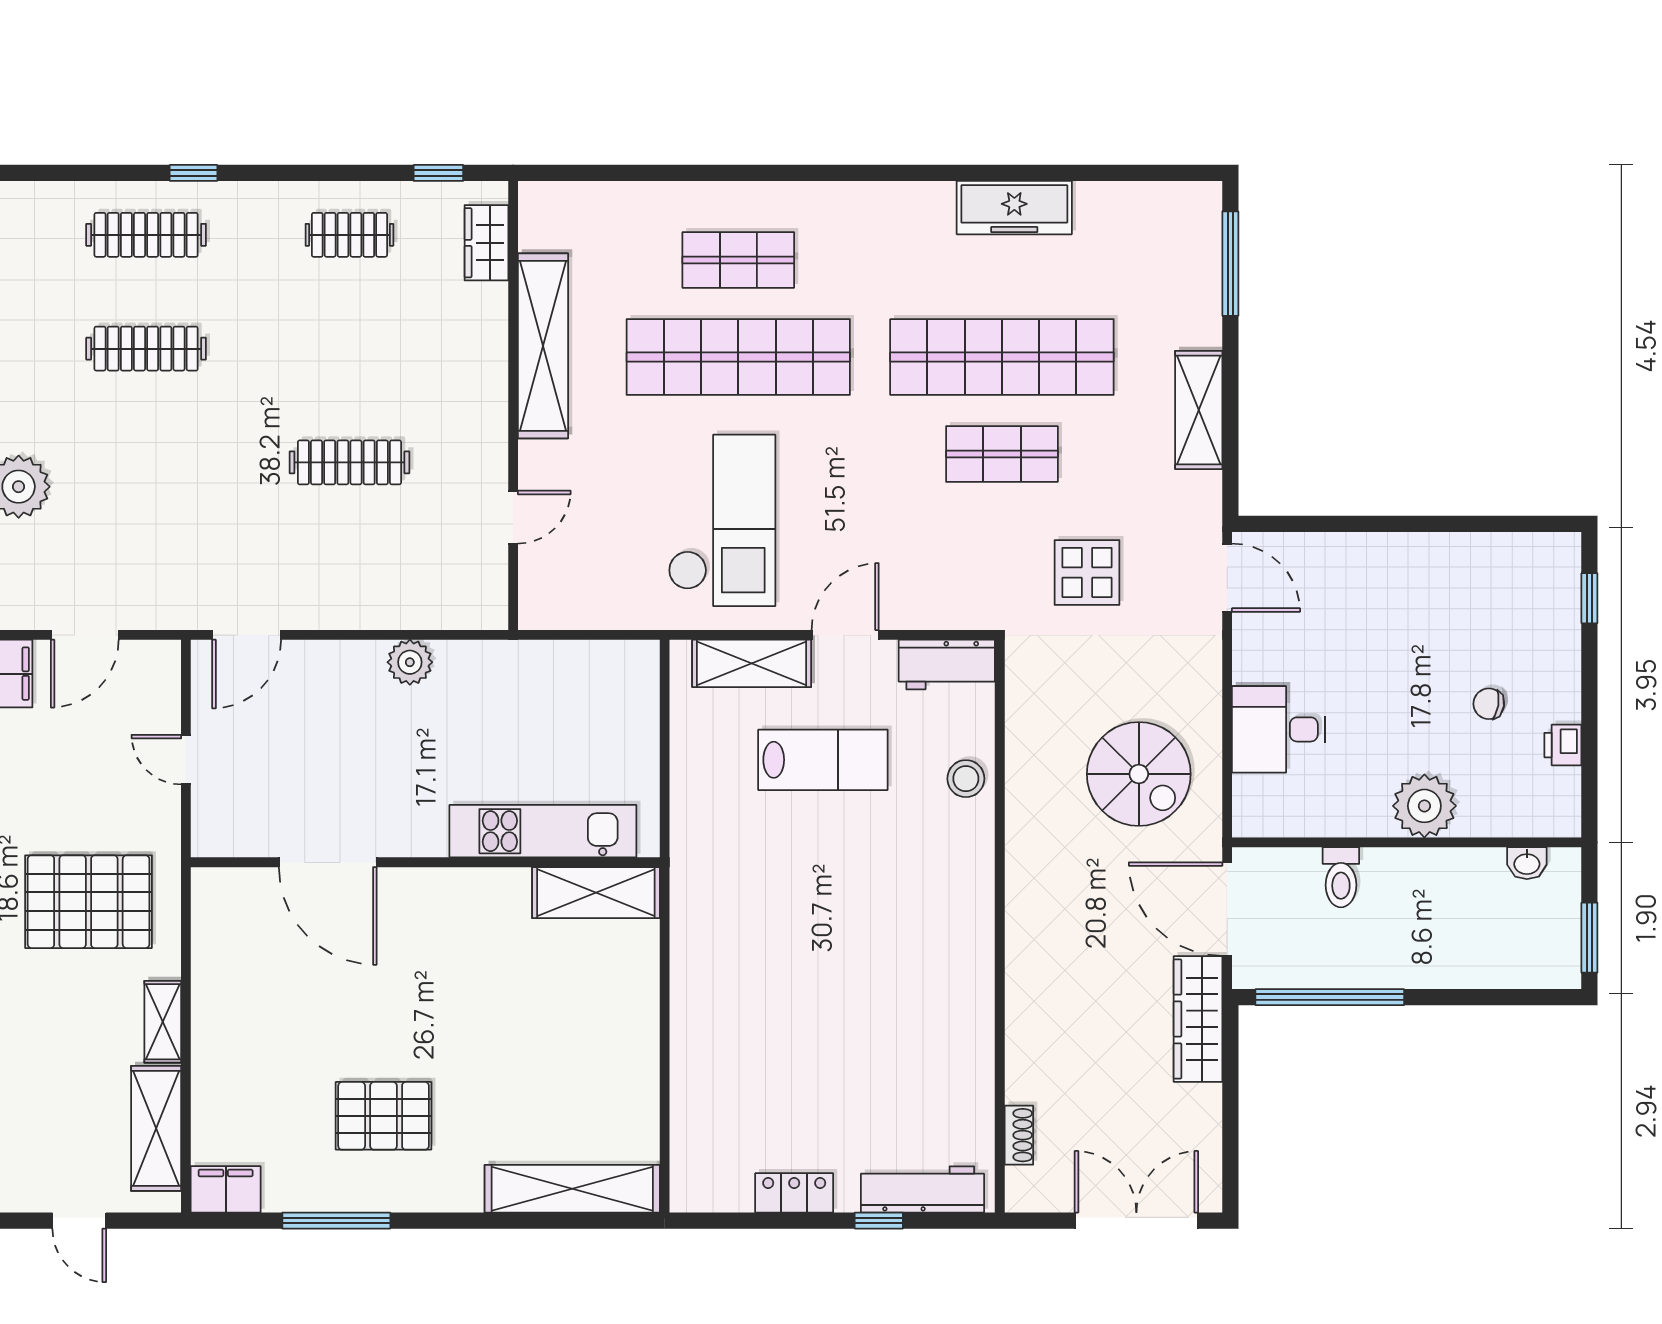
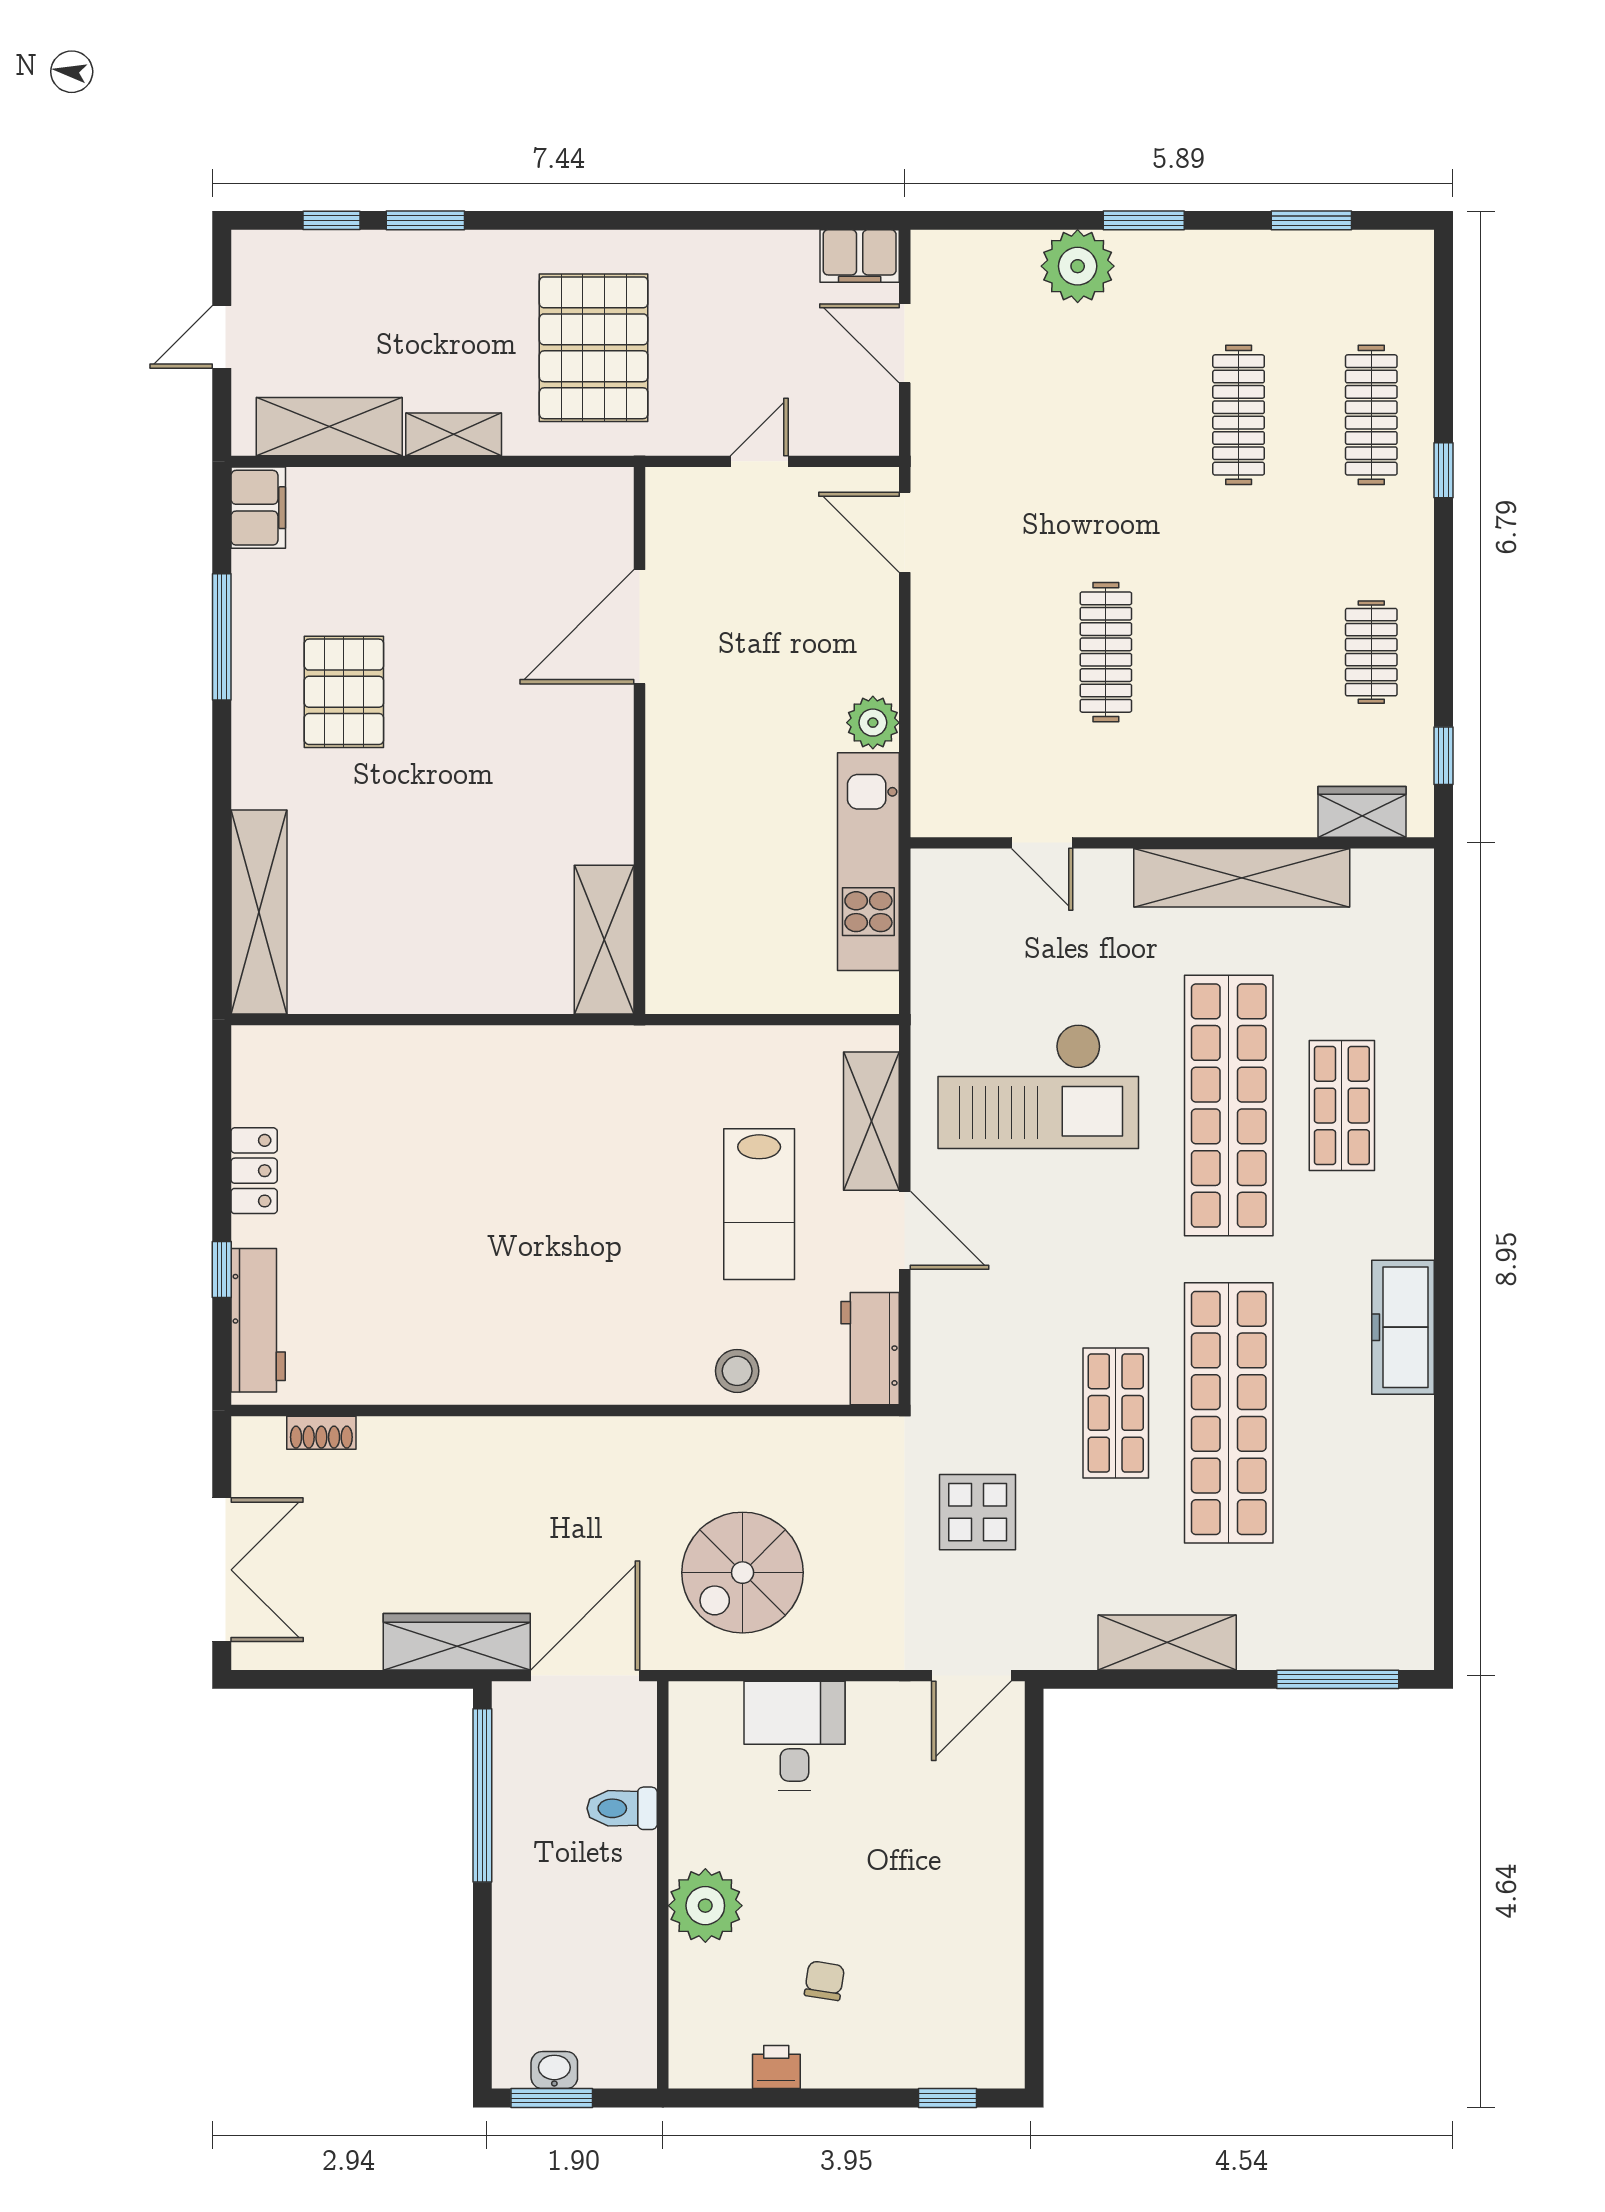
freezer: (1014, 208) -> (1403, 1327), moved
kitchen unit: (543, 831) -> (868, 862), moved, turned 180
washbasin: (1527, 863) -> (554, 2070), moved, turned 90

